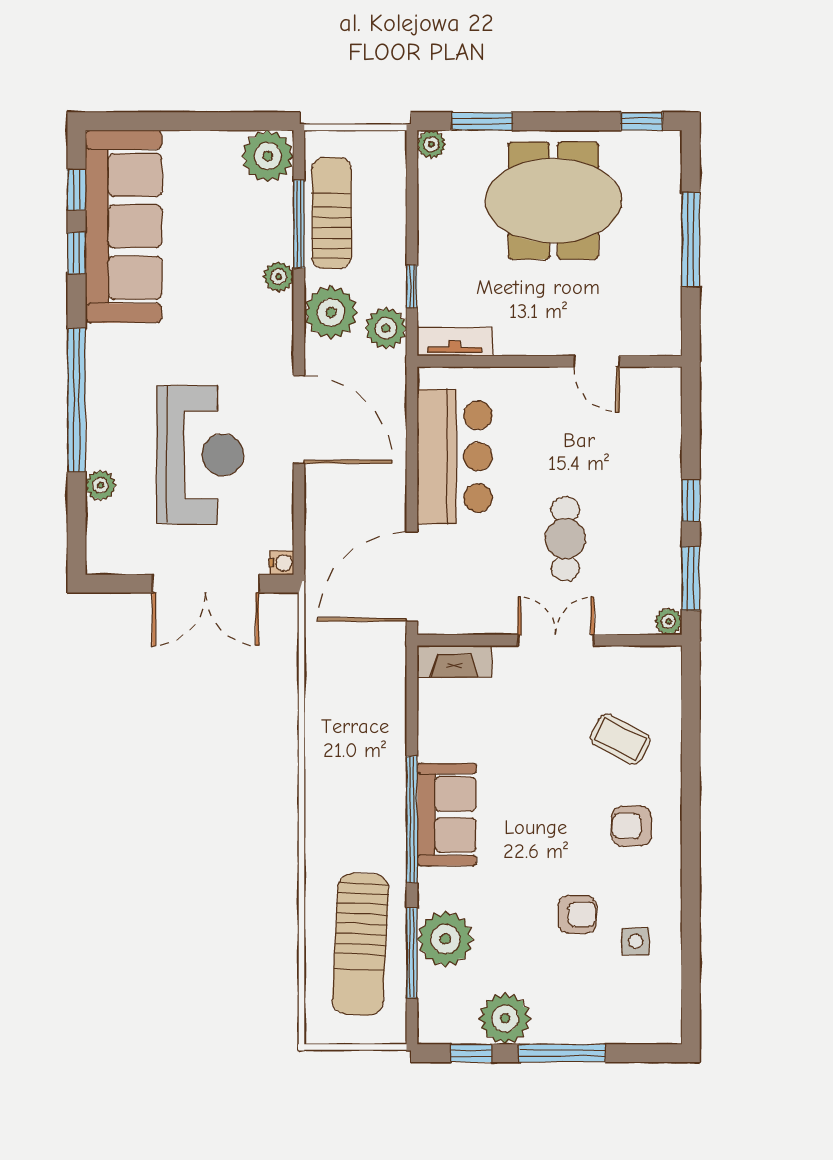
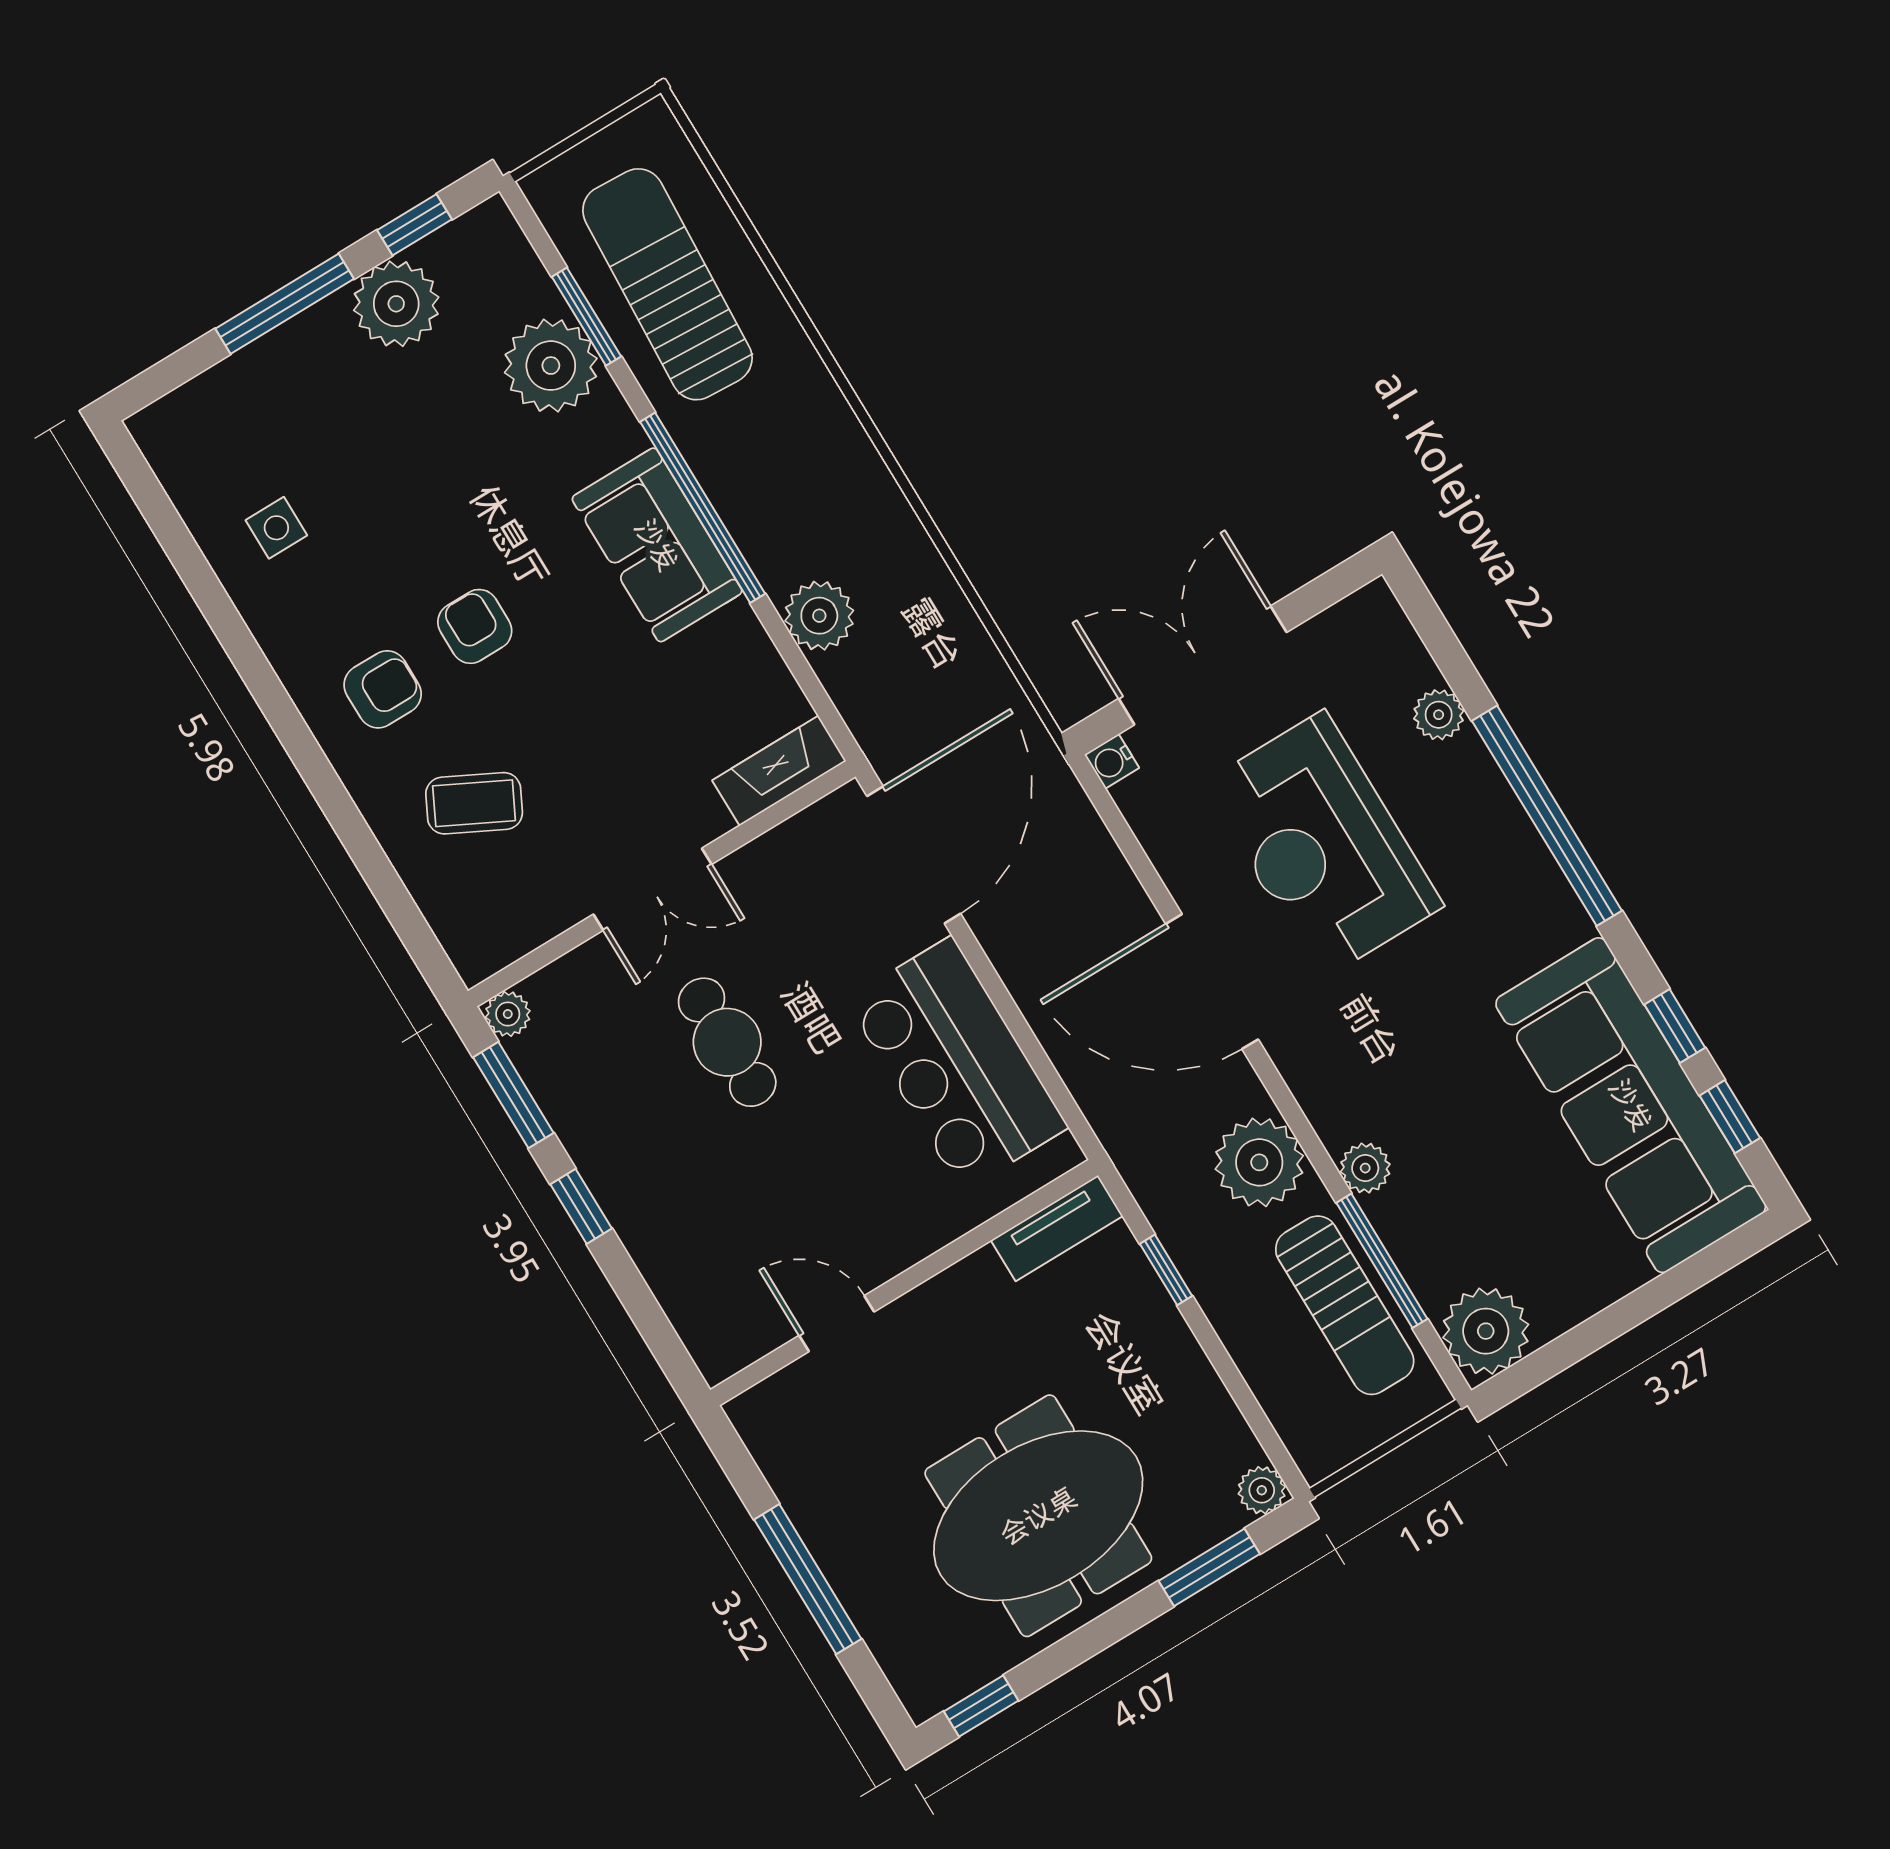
plant: (386, 328) -> (819, 616), moved
armchair: (577, 914) -> (475, 626), moved, turned 90
window: (412, 953) -> (586, 317), width x0.69

